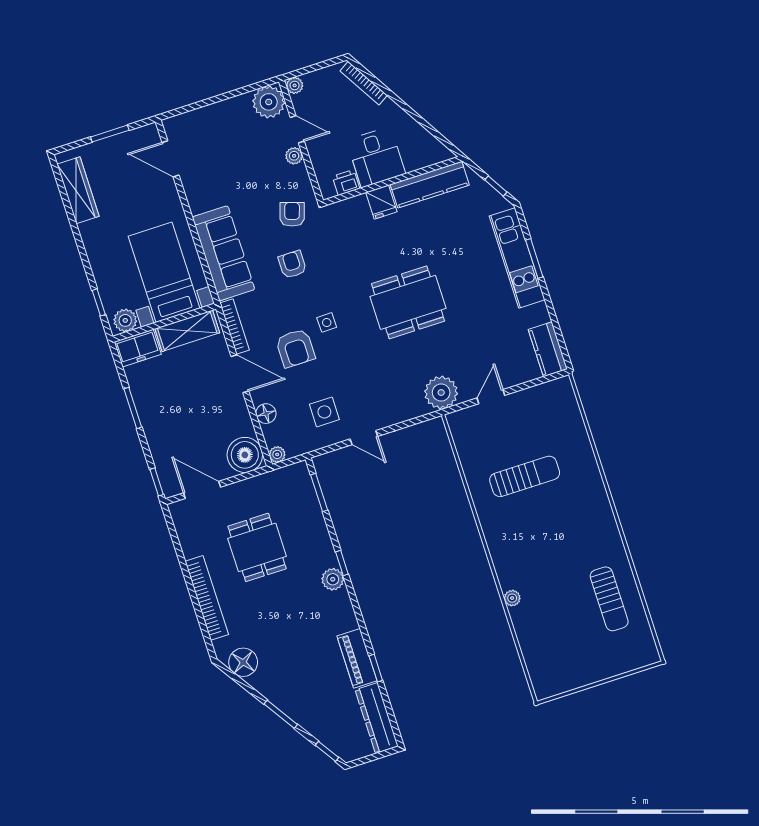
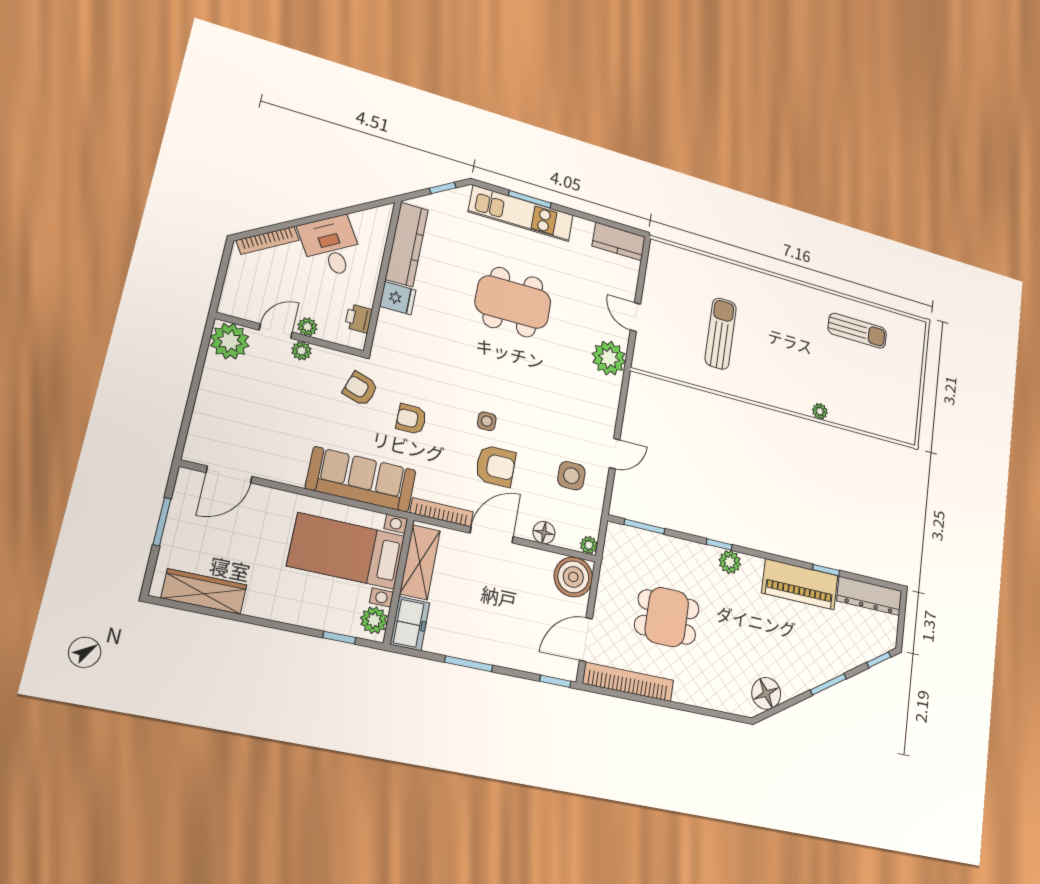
plant: (295, 85) -> (307, 327), moved
desk: (376, 157) -> (331, 246), moved, turned -121
dining table: (408, 302) -> (513, 302), moved, turned 90
bookcase: (207, 598) -> (628, 682), moved
piano: (357, 658) -> (800, 584), width x1.37, depth x1.33

